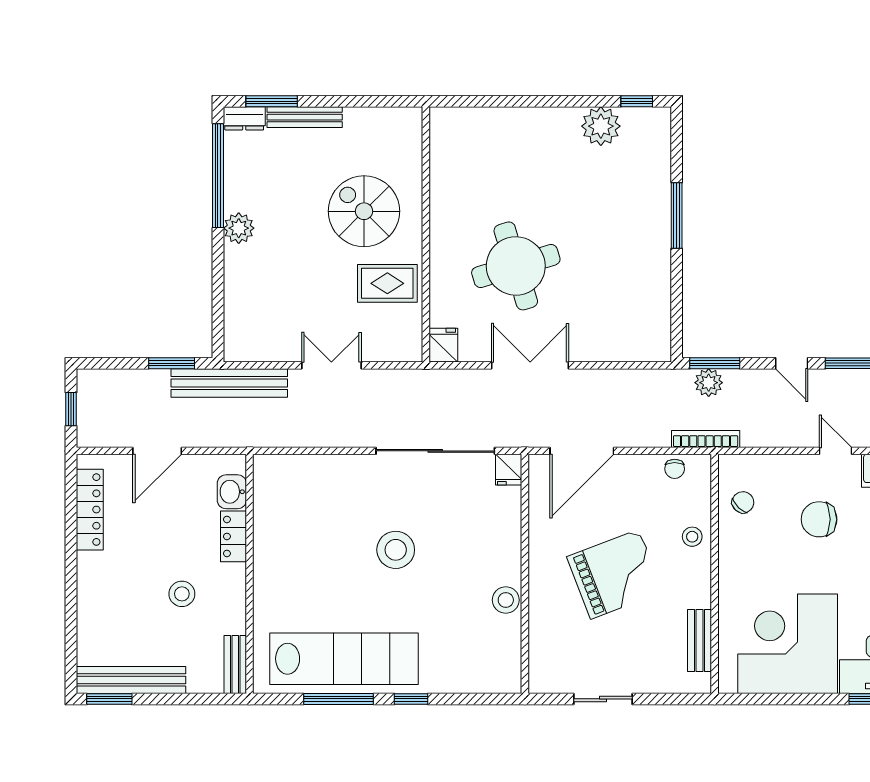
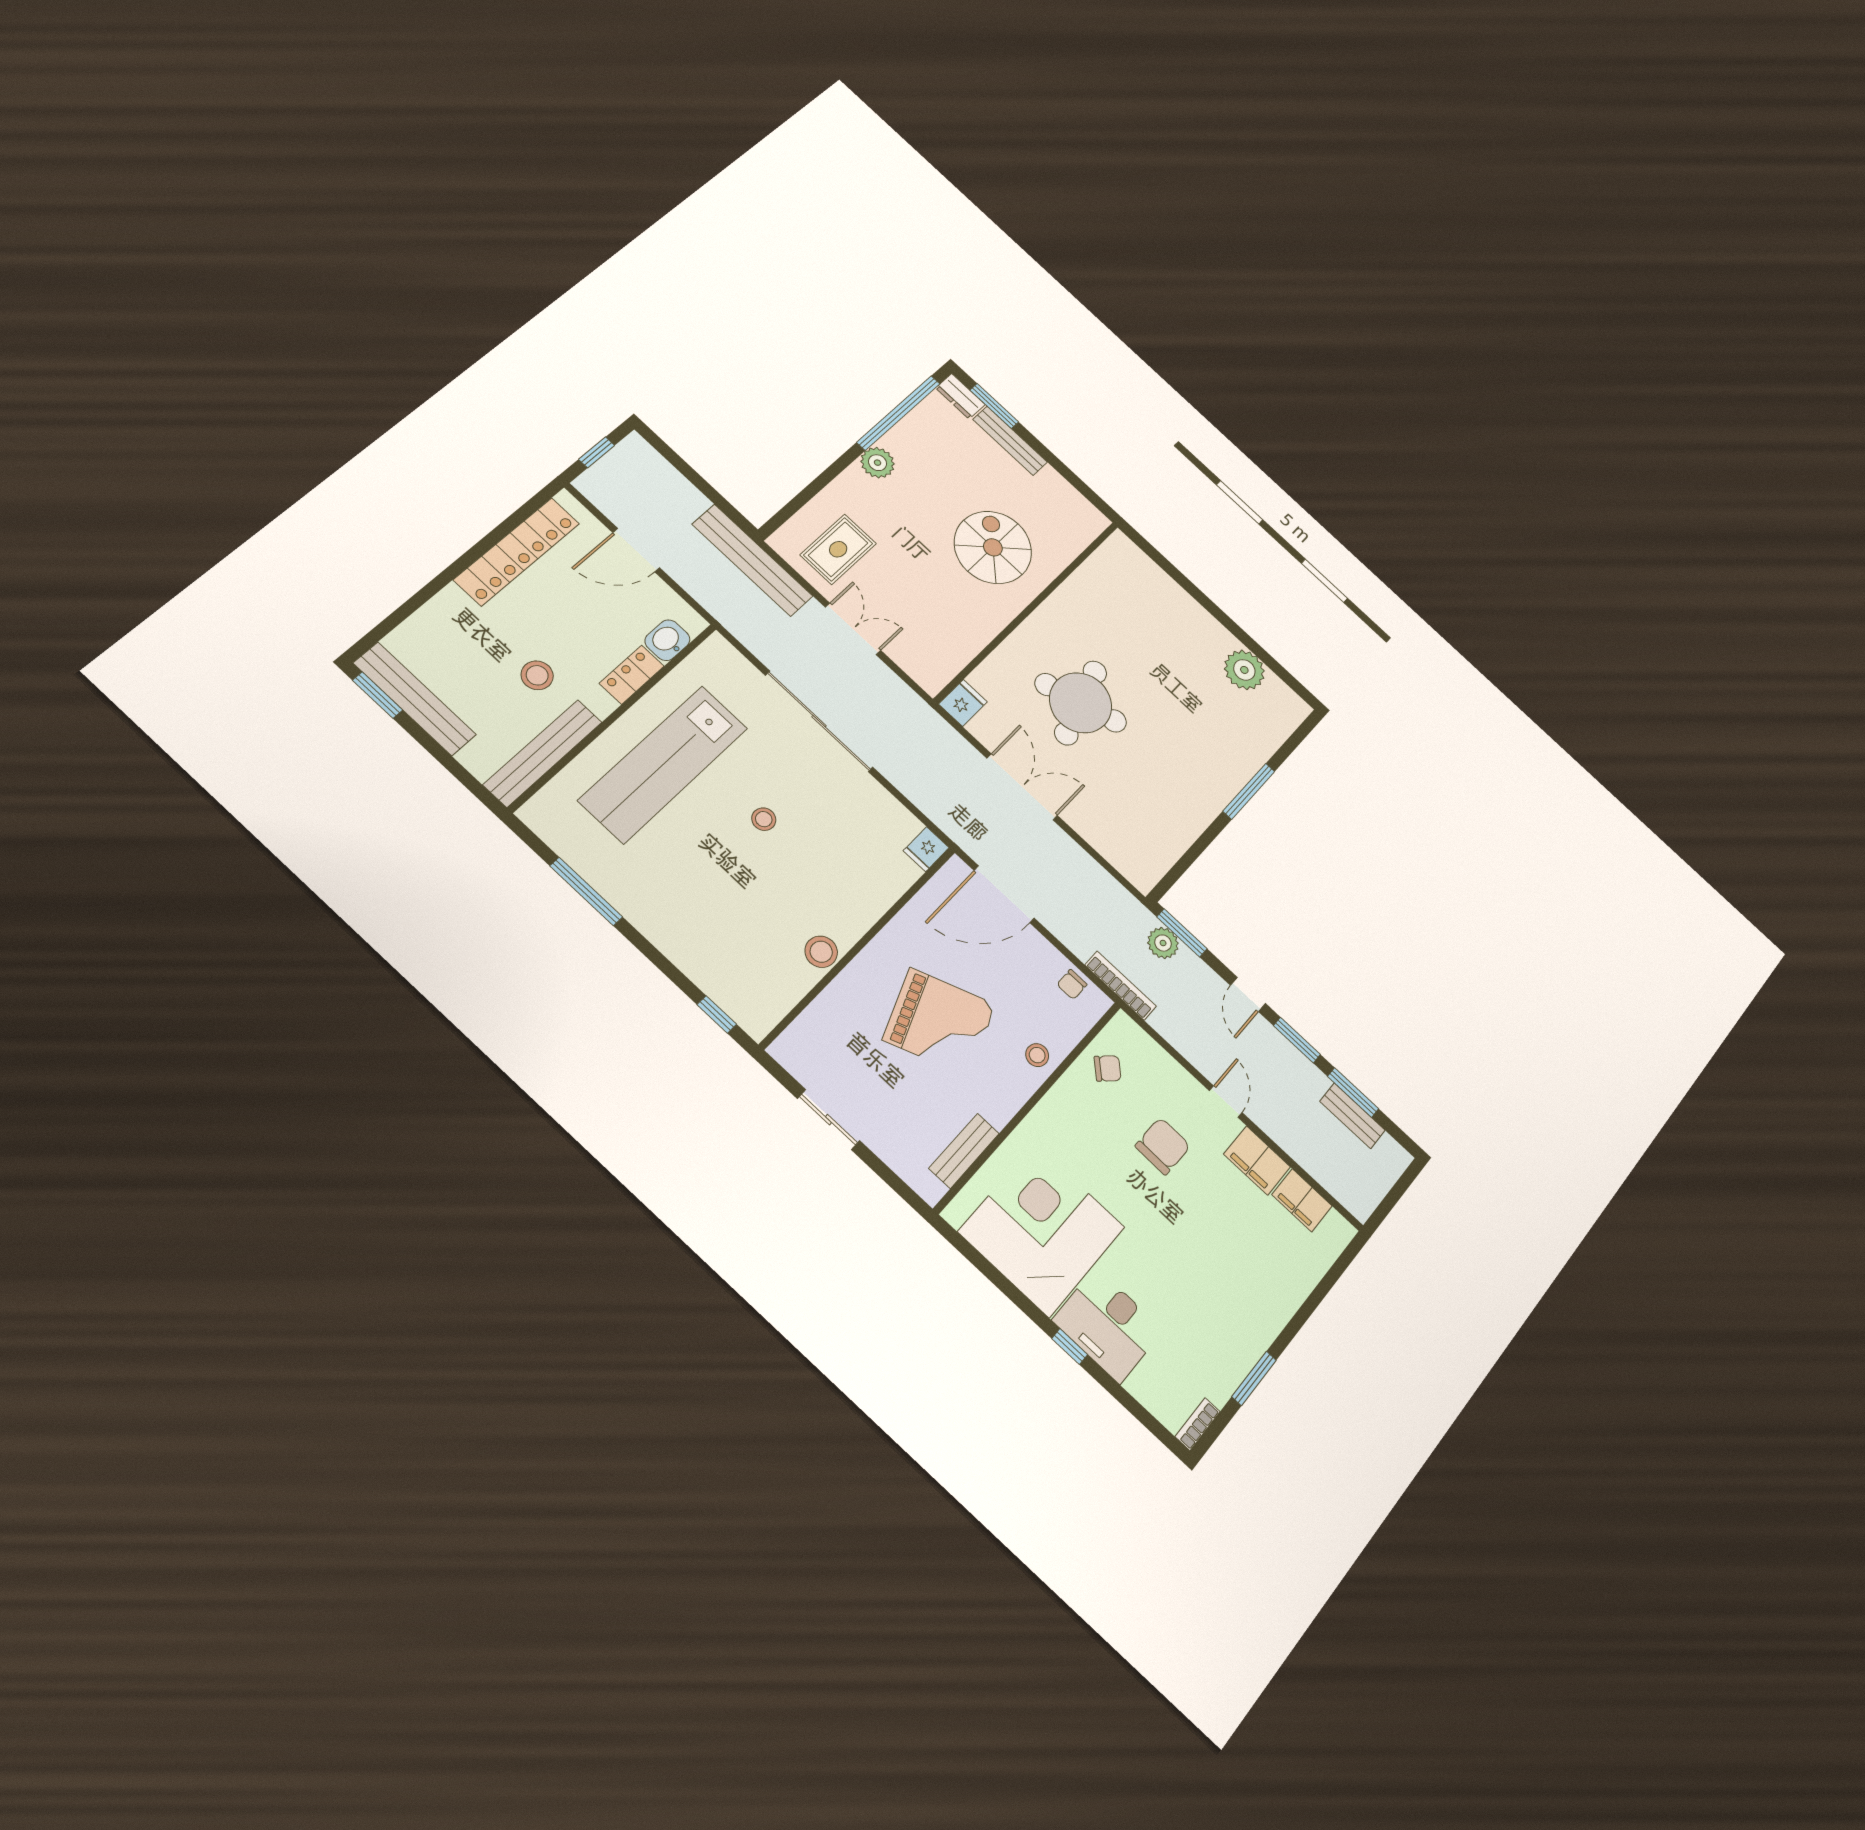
window: (637, 101) -> (1289, 680), removed
rug: (387, 283) -> (838, 549), moved, turned 90
window: (172, 363) -> (719, 501), removed
sliding door: (435, 451) -> (819, 721), moved
locker: (90, 510) -> (517, 552), width x1.41, depth x1.21
chair: (819, 519) -> (1163, 1146), turned 91
stool: (396, 550) -> (764, 819), width x0.53, depth x0.53
lab bench: (344, 659) -> (664, 764), moved, turned 90
bench: (235, 665) -> (543, 753), width x1.86, depth x1.21
window: (411, 699) -> (717, 1014), moved

